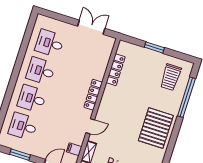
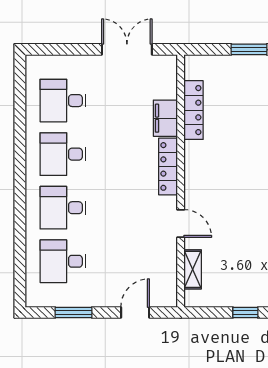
door: (90, 126) -> (181, 223), hinge flipped
filing cabinet: (74, 149) -> (165, 118), moved, width x2.00

